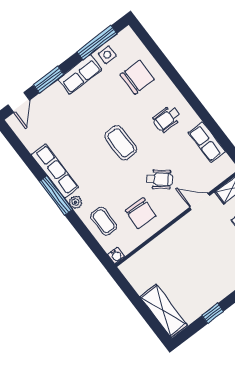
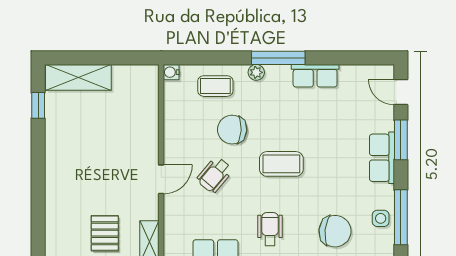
row of seats: (80, 74) -> (382, 158), moved
chair: (137, 77) -> (335, 231), turned -84
row of seats: (55, 171) -> (315, 76), width x0.68
door: (200, 202) -> (161, 179), moved
chair: (141, 213) -> (232, 130), moved
window: (213, 313) -> (38, 105), moved

